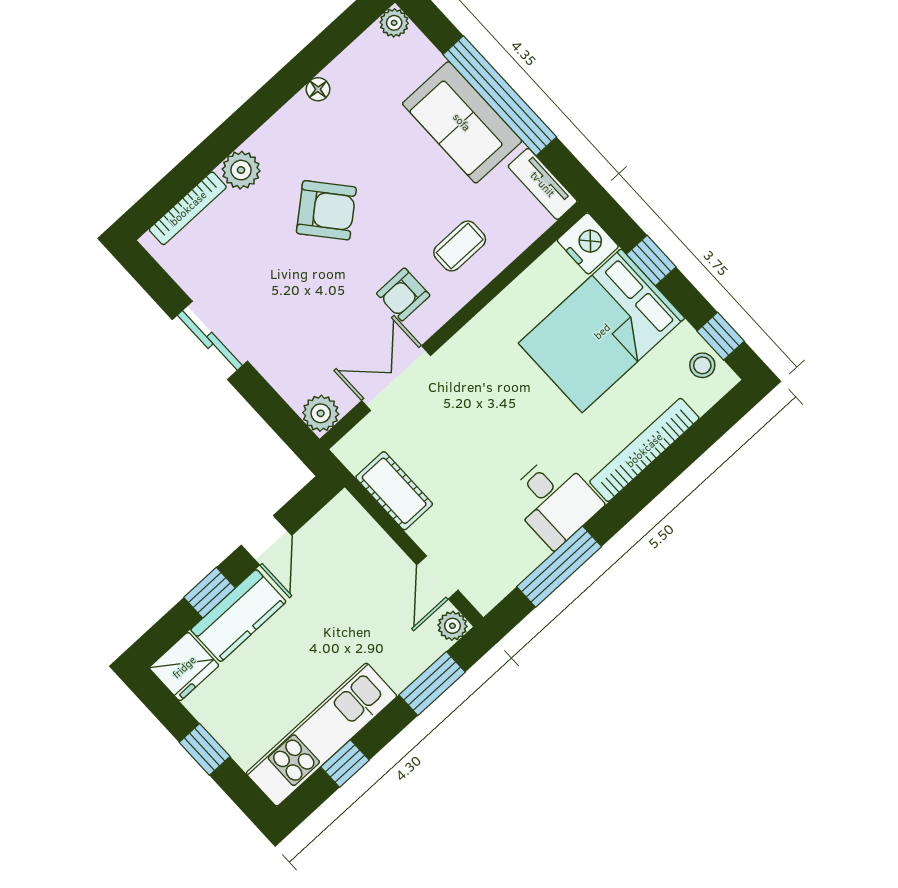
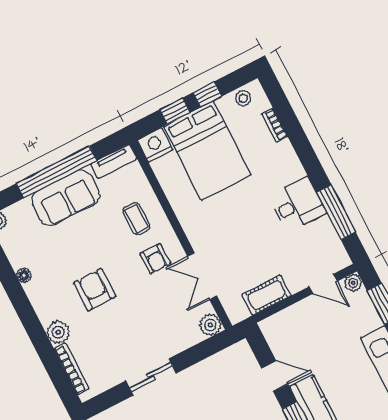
armchair: (326, 210) -> (95, 290), turned -50
window: (721, 336) -> (207, 94), moved
bookcase: (644, 450) -> (275, 125), width x0.43, depth x0.76

